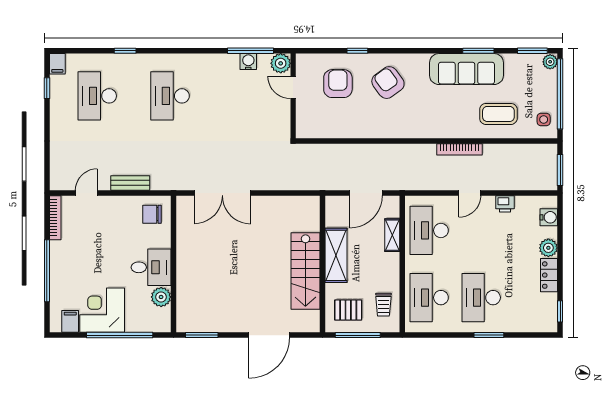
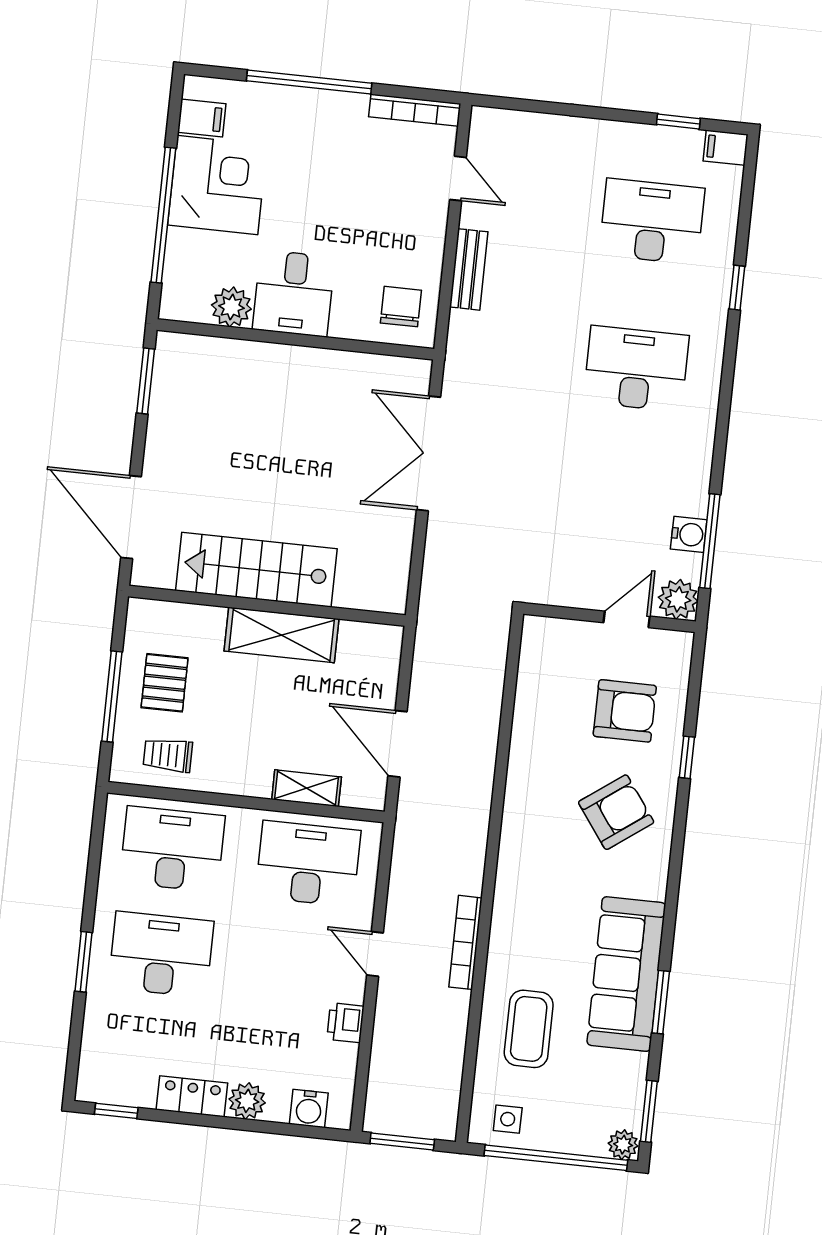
shelving: (336, 255) -> (282, 635), moved
wall: (323, 264) -> (267, 606), moved
stairs: (305, 271) -> (256, 570), moved

